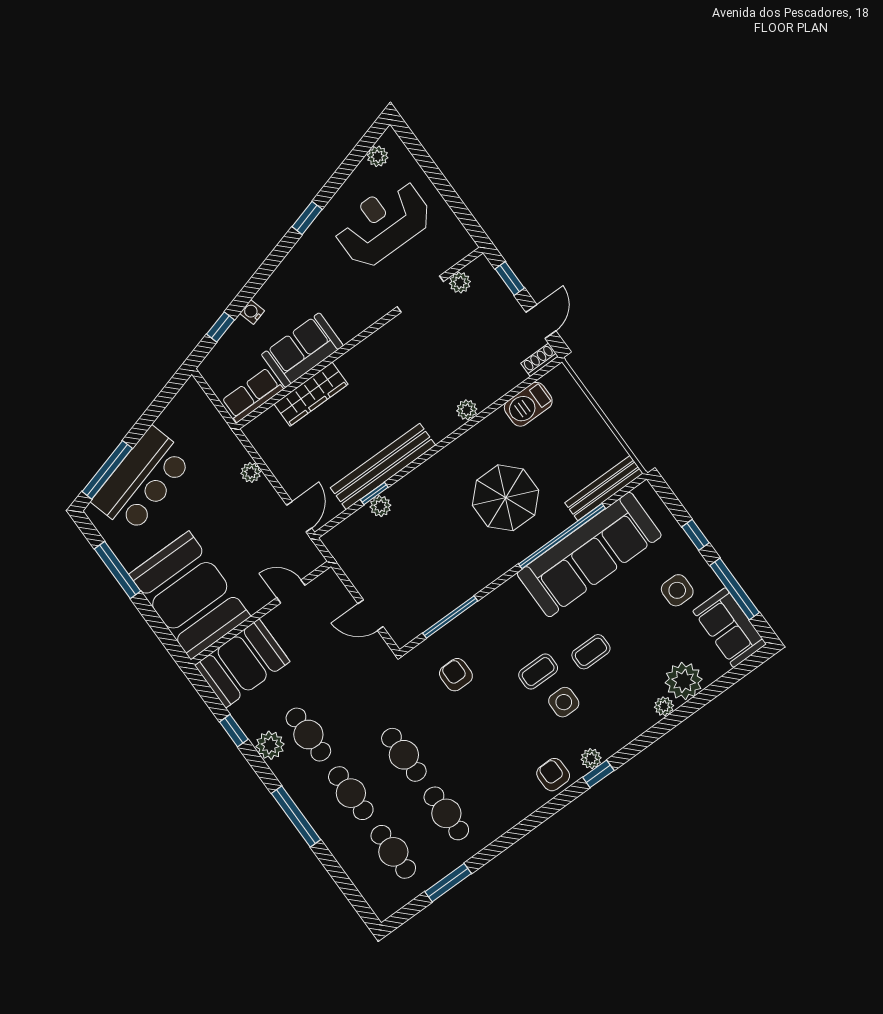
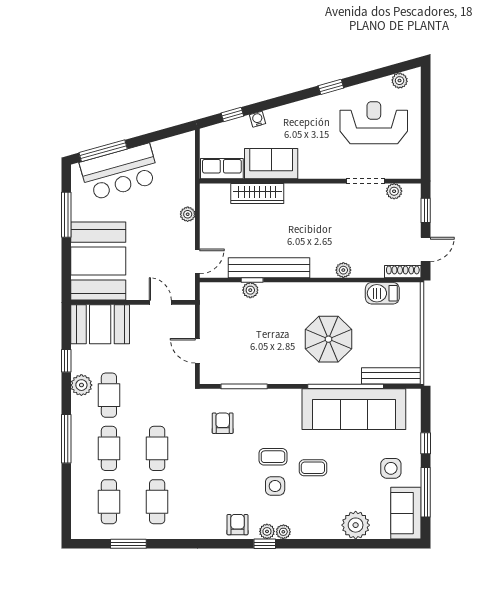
shoe rack: (539, 360) -> (403, 272), width x1.43
plant: (664, 706) -> (283, 532), moved

